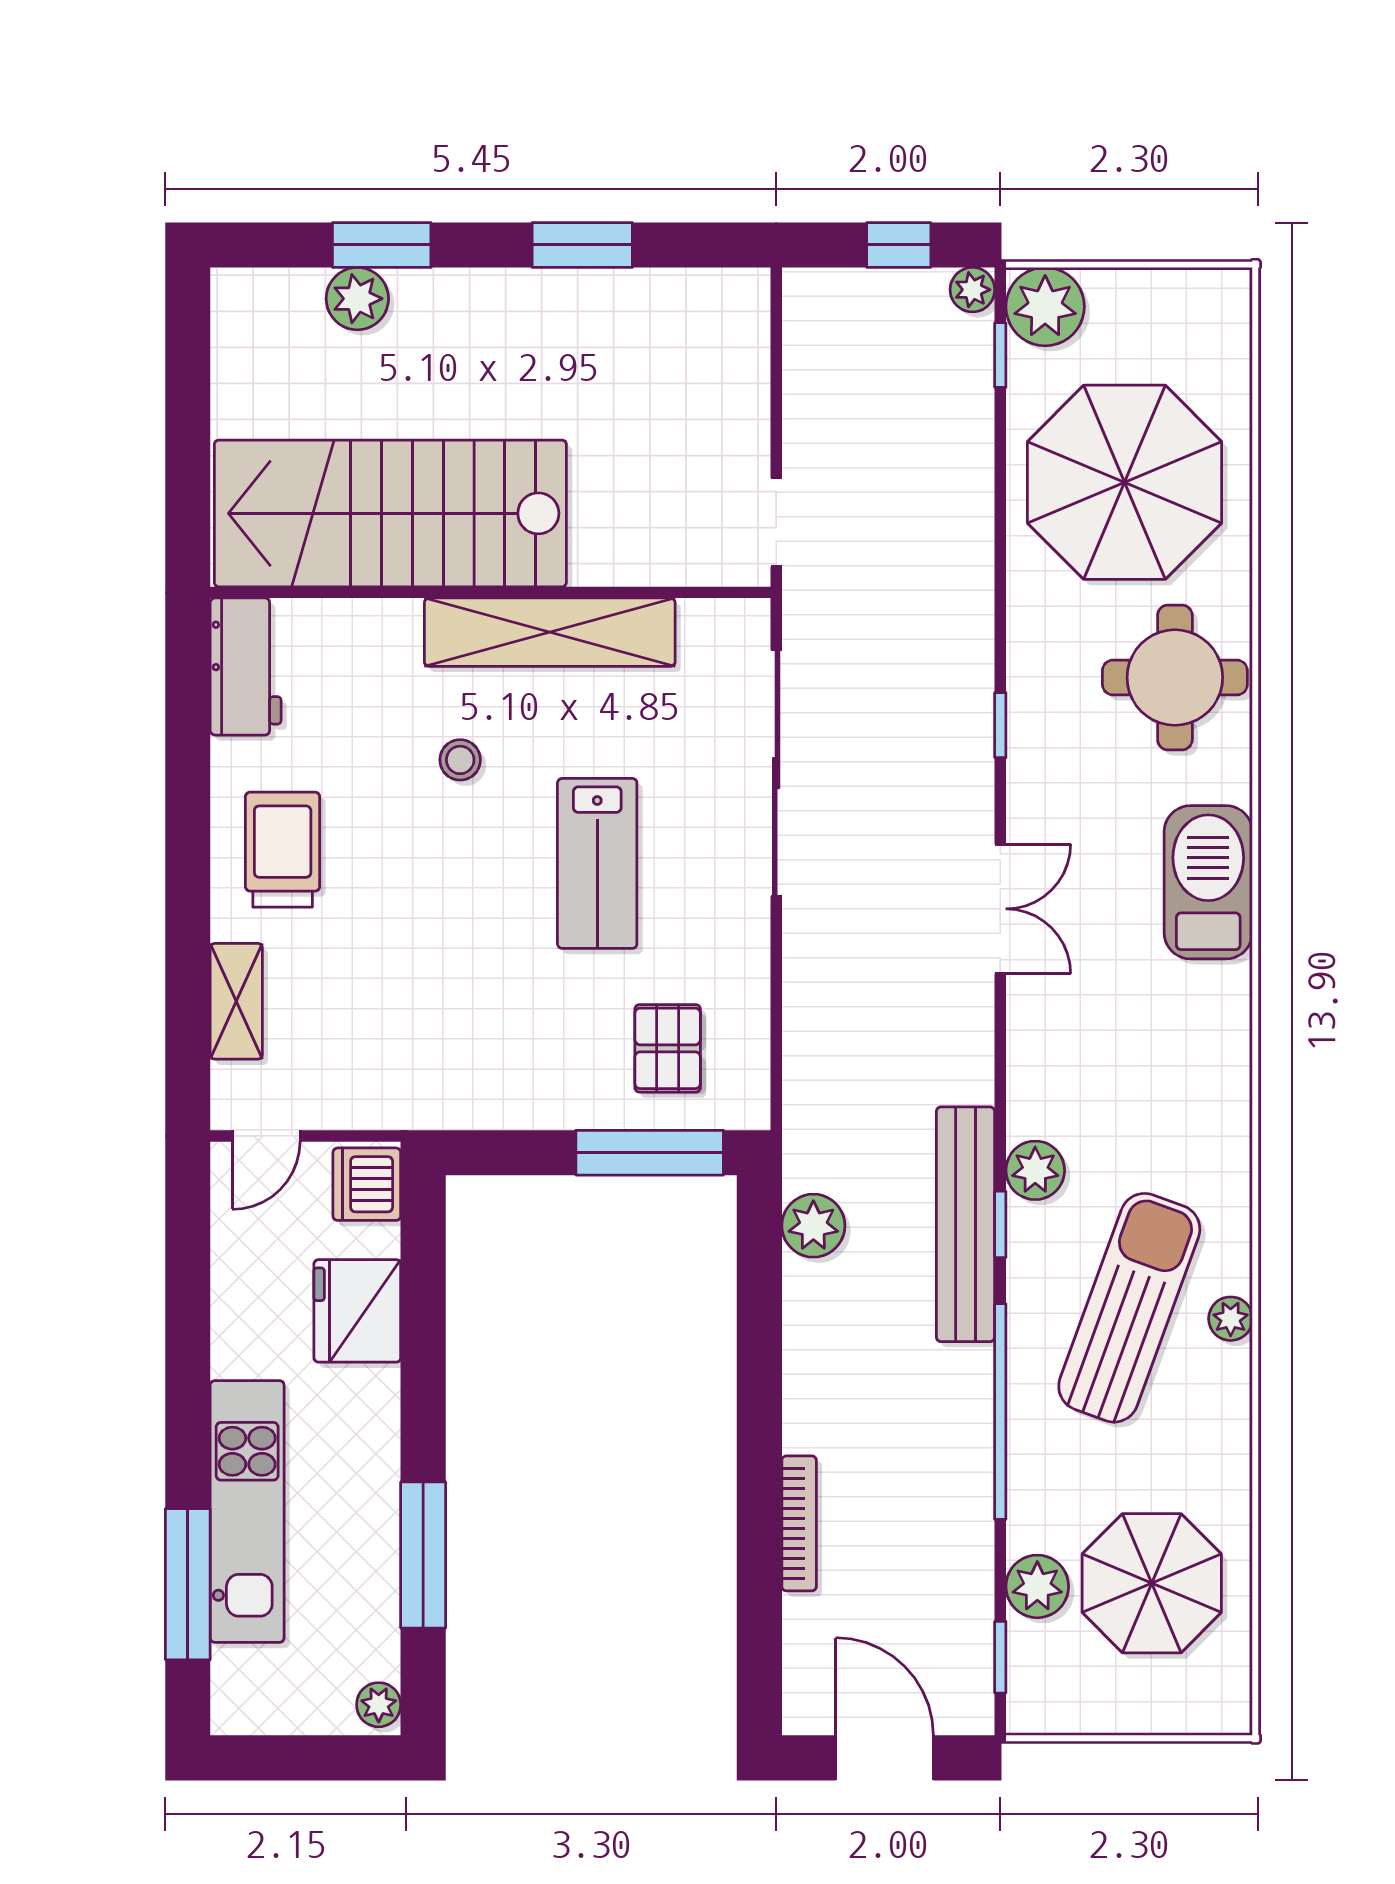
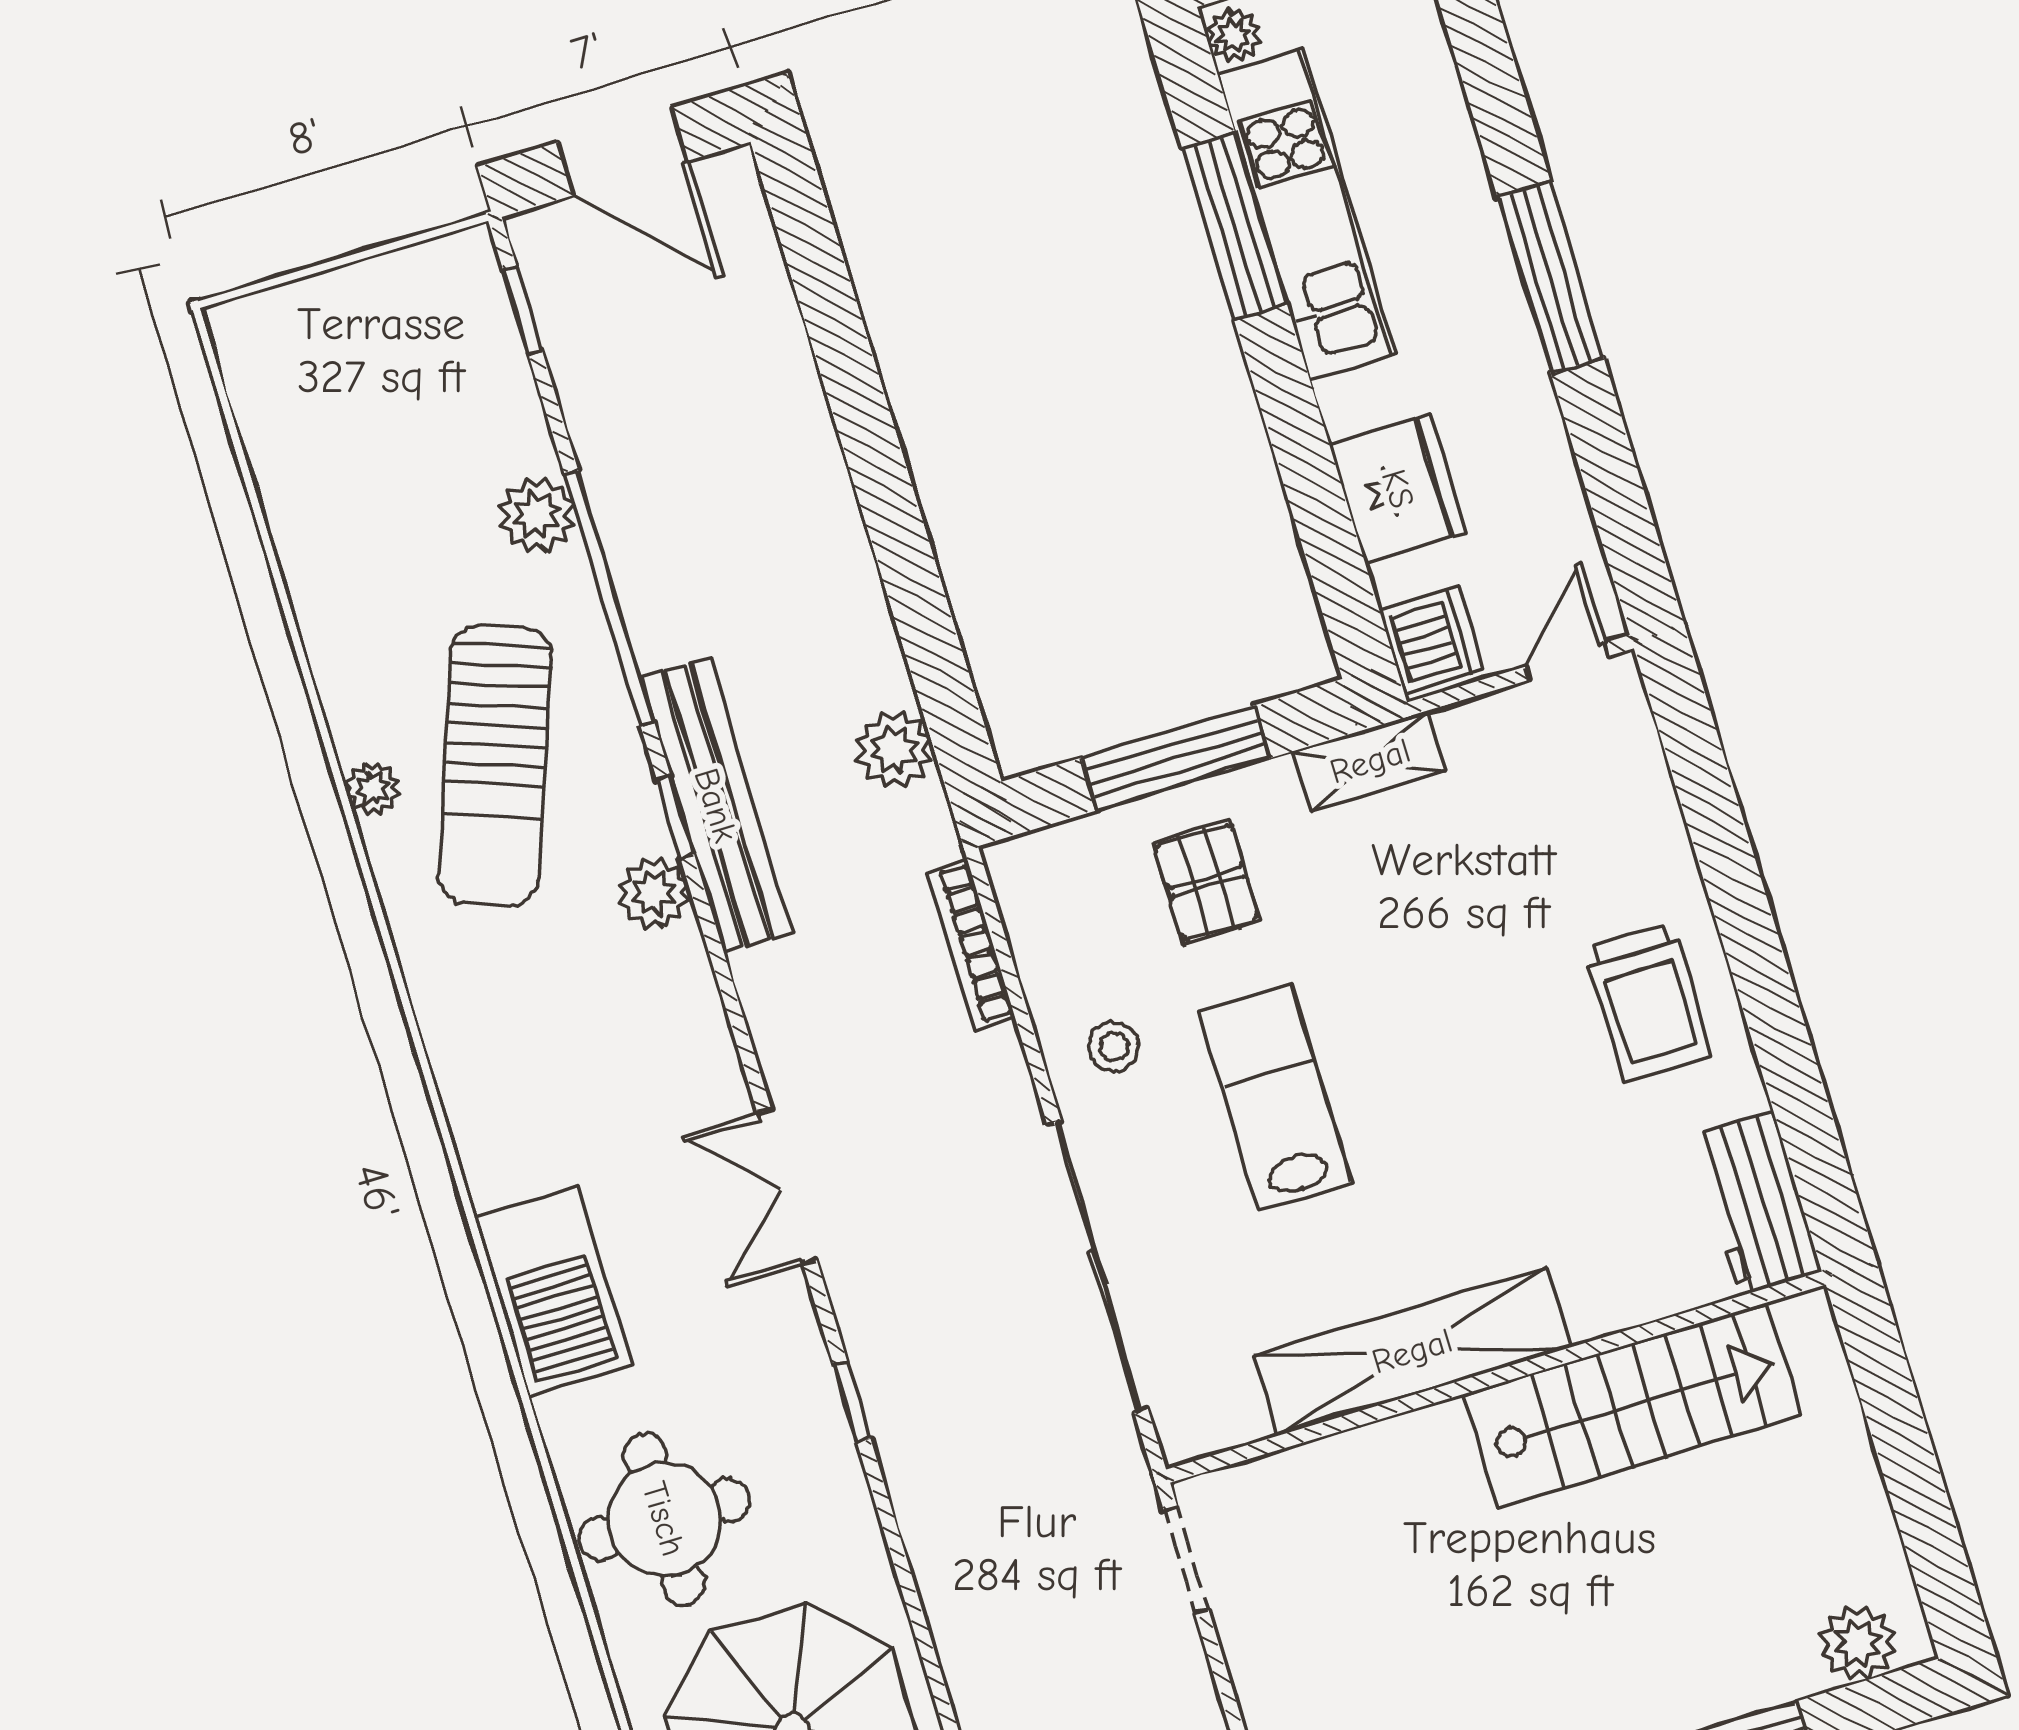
plant: (357, 299) -> (1858, 1643), moved
stairs: (390, 513) -> (1632, 1405), width x0.73, depth x0.66
stool: (460, 760) -> (1114, 1047), moved
shelving: (236, 1001) -> (1370, 761), moved, turned 90
pallet: (668, 1048) -> (1207, 882), moved
window: (650, 1153) -> (1175, 758), moved
kitchen unit: (247, 1511) -> (1307, 214), moved, turned 180
bookcase: (799, 1523) -> (971, 944), moved
parasol: (1152, 1583) -> (371, 451), removed
window: (188, 1584) -> (1551, 277), moved
plant: (1037, 1586) -> (537, 515), moved

